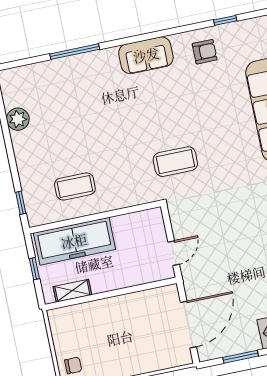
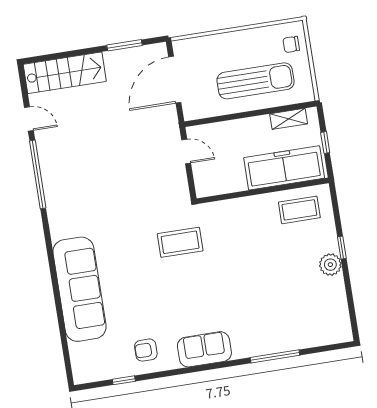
plant: (18, 119) -> (330, 265), moved
coffee table: (75, 186) -> (299, 210), moved
window: (21, 203) -> (342, 248), moved
door: (174, 253) -> (186, 151), swing flipped
sun lounger: (107, 327) -> (256, 81), added

